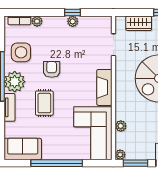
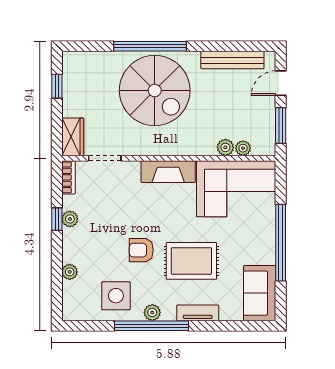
bookcase: (19, 20) -> (68, 177), moved
wardrobe: (139, 23) -> (73, 137), moved
plant: (15, 82) -> (152, 312), width x0.53, depth x0.53
rug: (44, 103) -> (191, 261), width x1.36, depth x1.43
plant: (120, 155) -> (243, 148), moved

